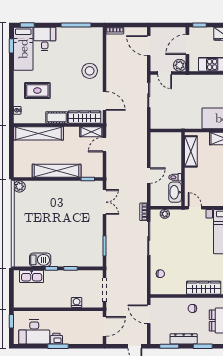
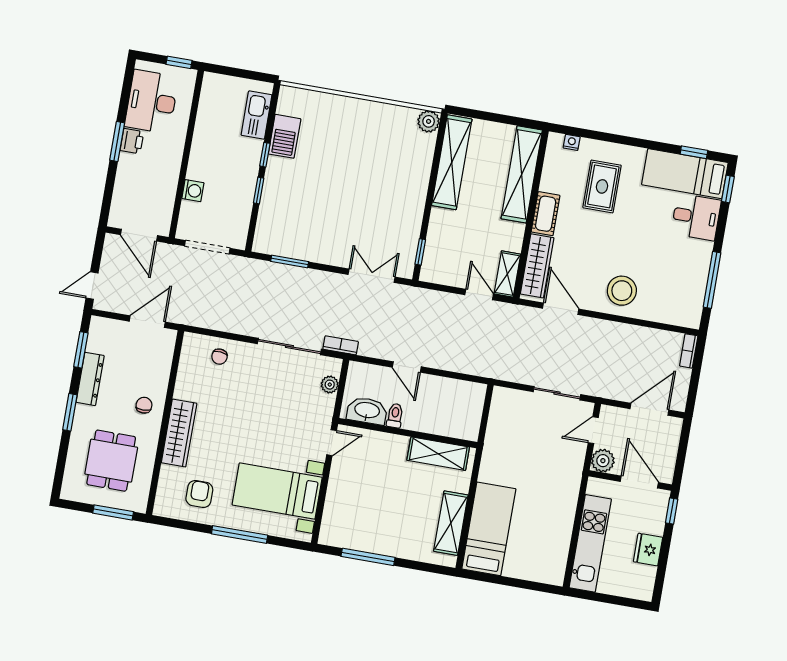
door: (105, 101) -> (561, 309), swing flipped
shelving: (57, 171) -> (452, 162), moved
double door: (105, 202) -> (372, 276), swing flipped

